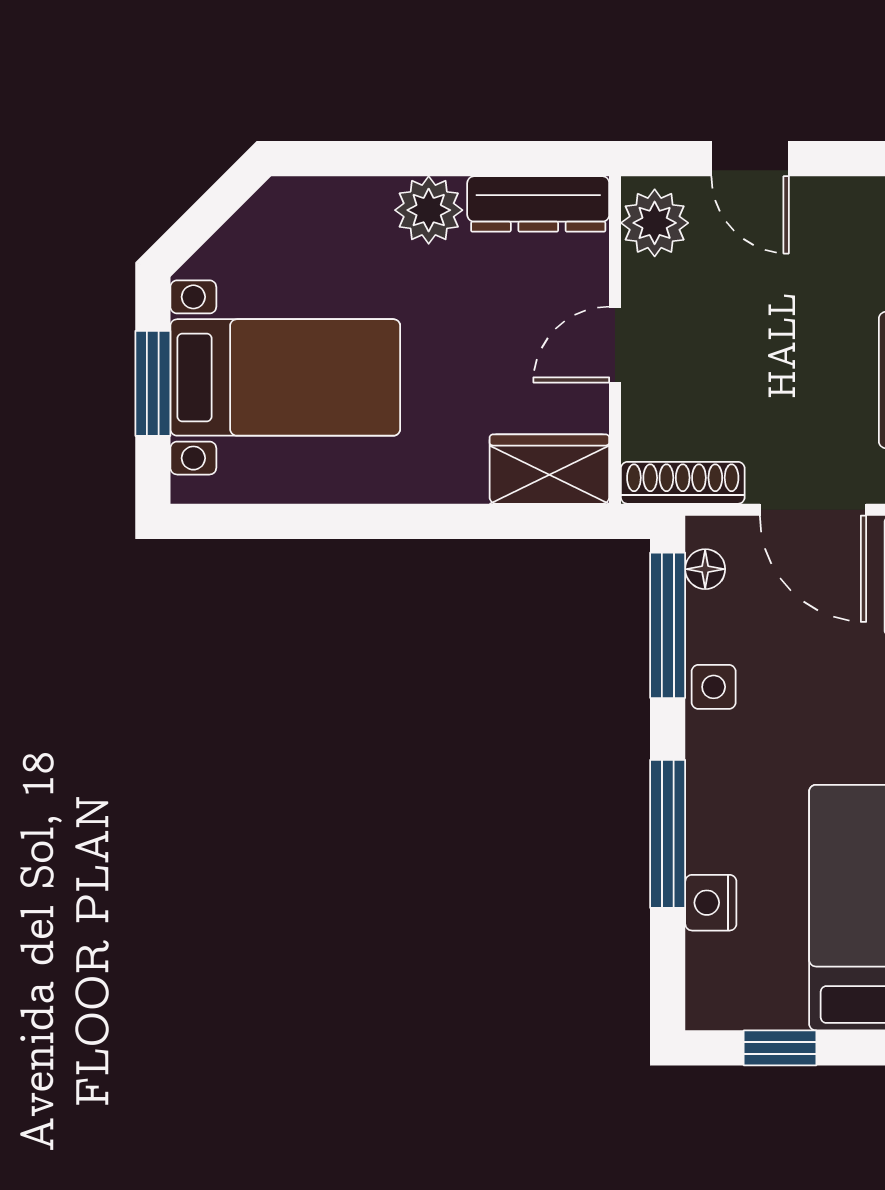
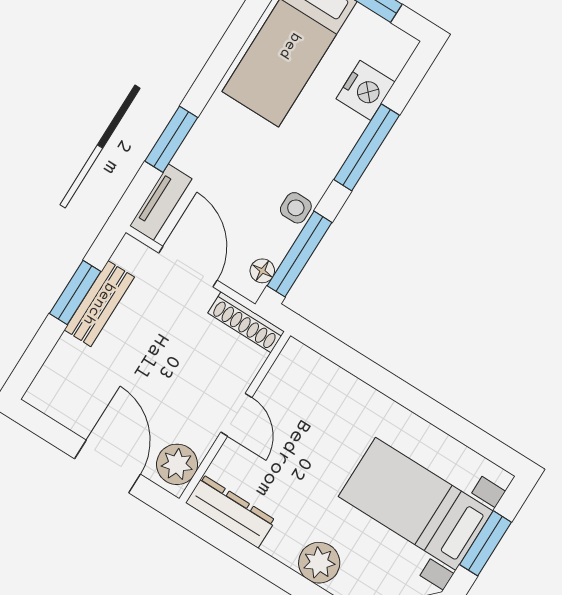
door: (750, 159) -> (108, 467), width x1.38
plant: (429, 210) -> (319, 563), moved
door: (615, 345) -> (236, 415), hinge flipped
wardrobe: (549, 469) -> (310, 372), removed
nightstand: (711, 903) -> (365, 90), width x1.36, depth x1.33

